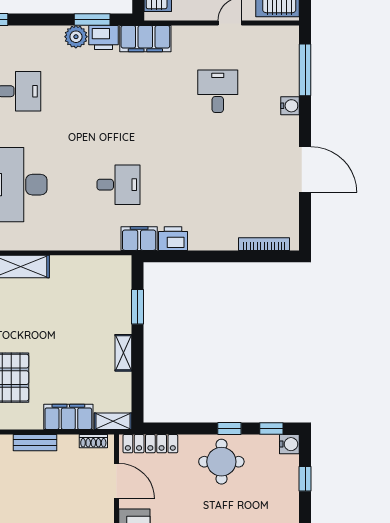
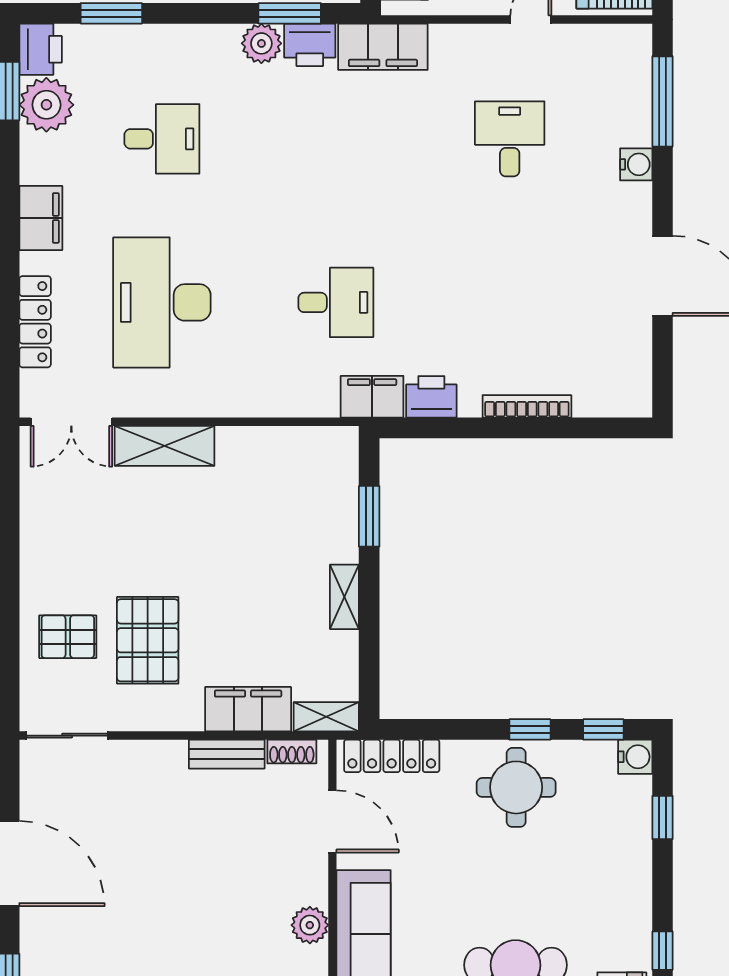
bookcase: (264, 244) -> (527, 406), moved
bench: (35, 443) -> (227, 754), moved

